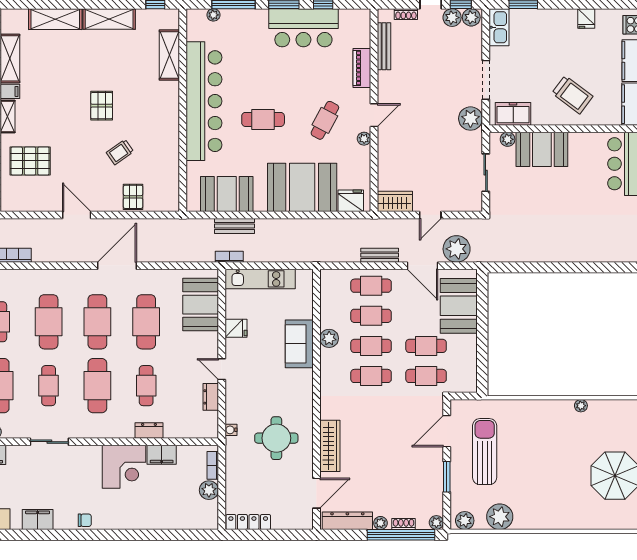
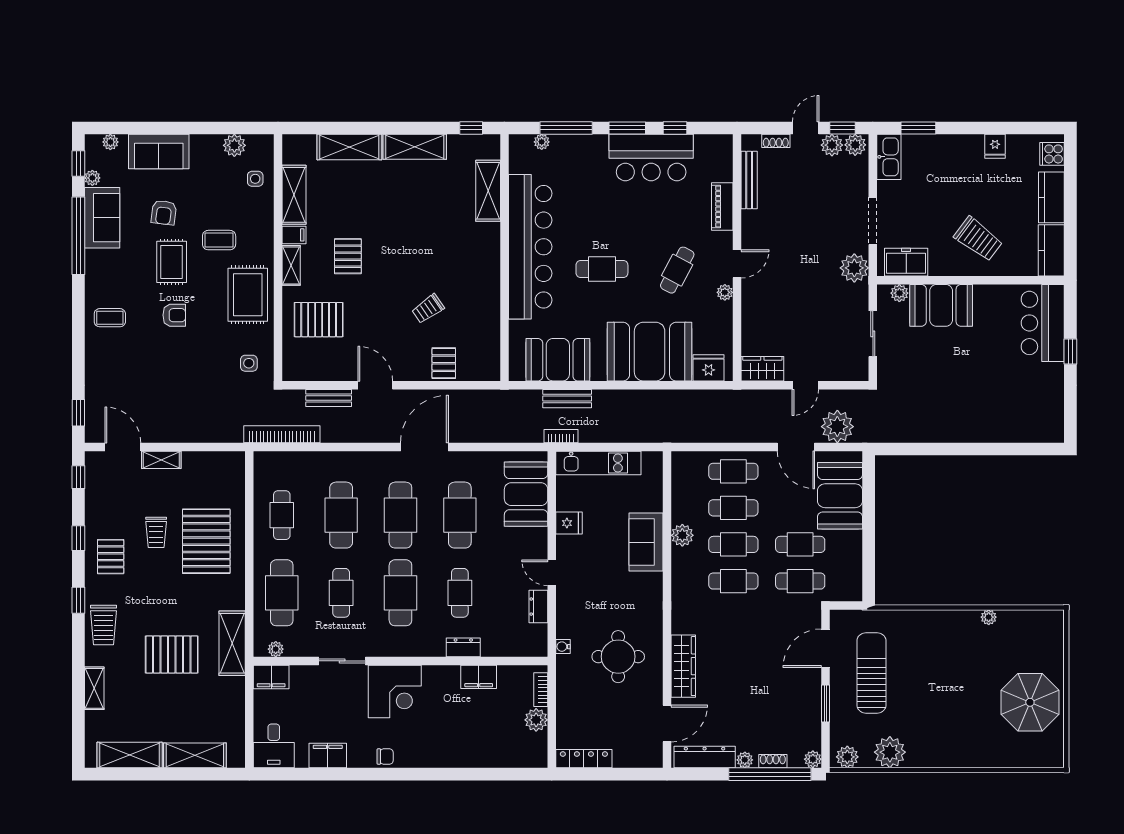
pallet: (102, 106) -> (348, 256), moved
bench: (380, 255) -> (329, 398), moved
corner desk: (124, 467) -> (395, 691), moved

